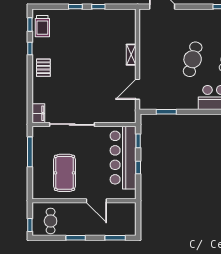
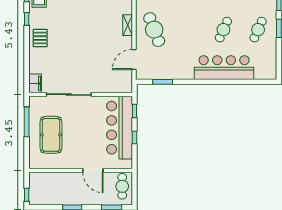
cafe table: (193, 59) -> (154, 30), moved, turned -36
pool table: (64, 173) -> (51, 135), moved
cafe table: (51, 221) -> (122, 186), moved

